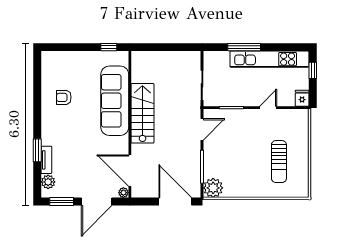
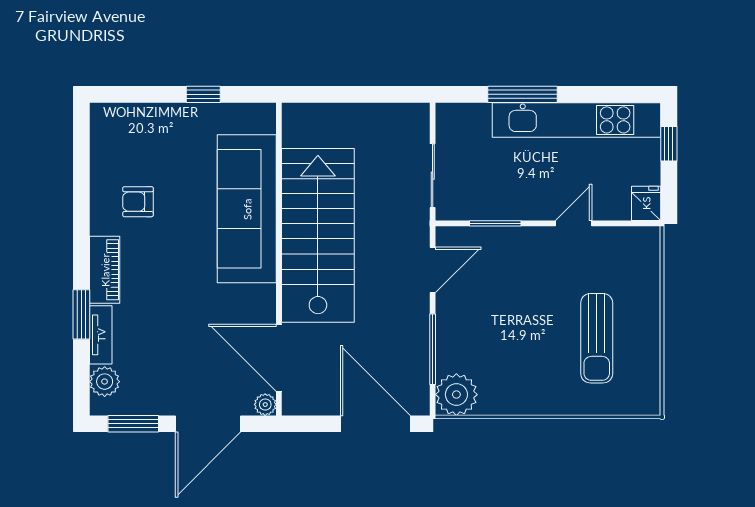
window: (109, 47) -> (203, 94), moved
stairs: (142, 113) -> (318, 235), width x1.36, depth x1.51
piano: (48, 129) -> (105, 270), added

